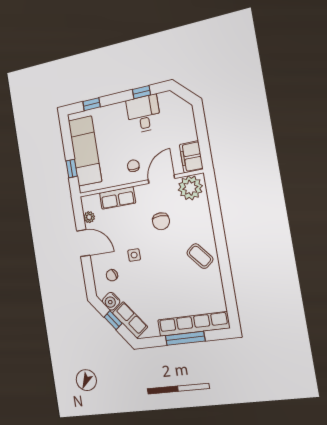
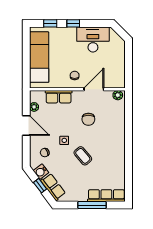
window: (141, 92) -> (73, 23), moved
desk: (143, 114) -> (93, 39), width x1.37
filing cabinet: (191, 157) -> (118, 78), removed
window: (72, 169) -> (26, 68), removed
plant: (190, 188) -> (118, 95), width x0.53, depth x0.53
coffee table: (200, 256) -> (83, 156), moved
row of seats: (193, 324) -> (106, 196), width x0.73

